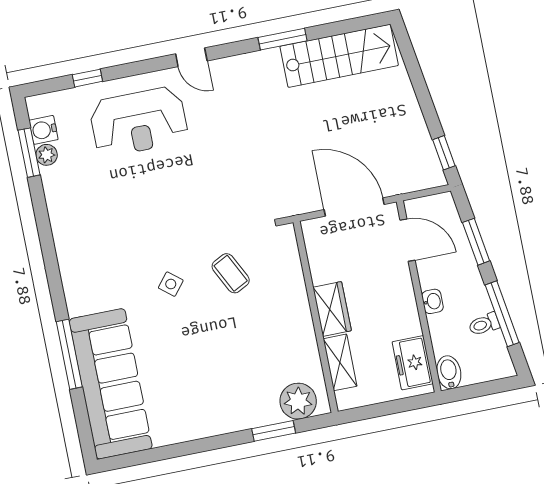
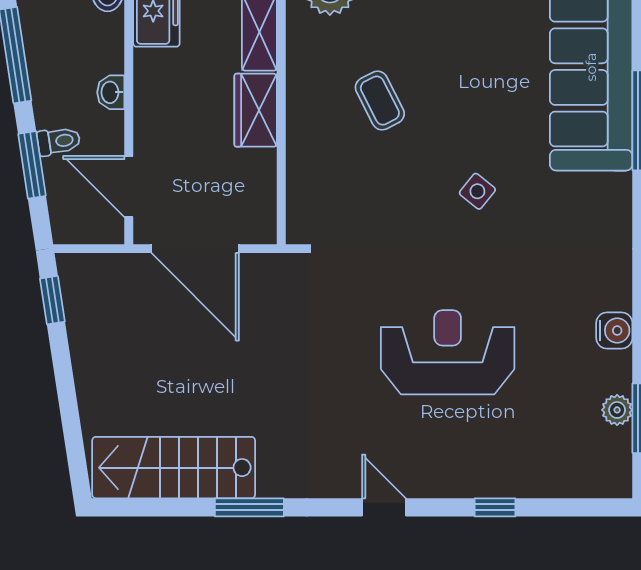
window: (87, 78) -> (495, 507), moved
reception desk: (139, 122) -> (448, 352), moved
water cooler: (44, 130) -> (614, 330), moved
coffee table: (231, 273) -> (380, 101), moved
toilet: (484, 324) -> (59, 141), moved

